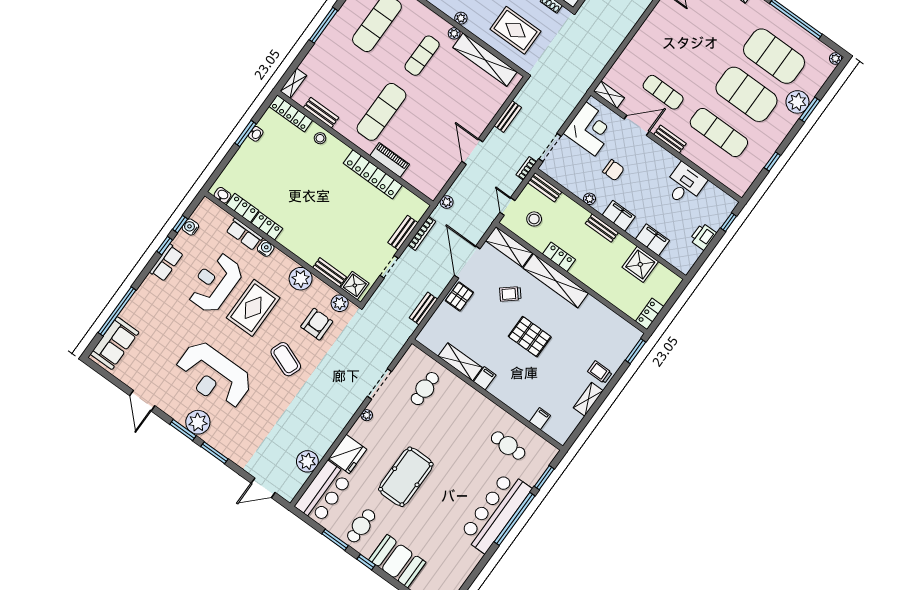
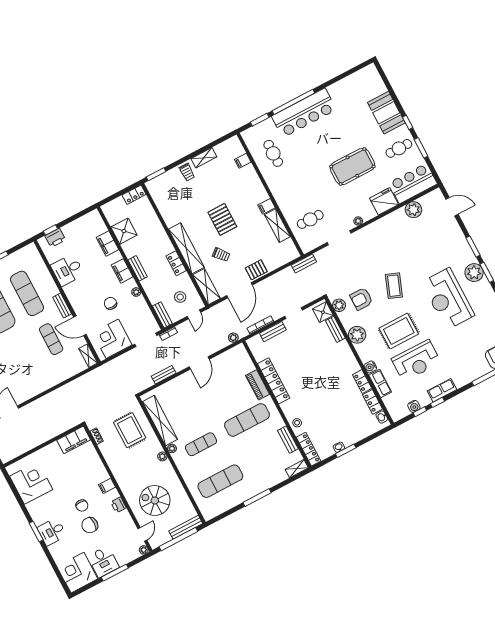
printer: (703, 237) -> (55, 238), moved
bench: (423, 308) -> (304, 263), moved
reception desk: (214, 375) -> (448, 299), turned 180

